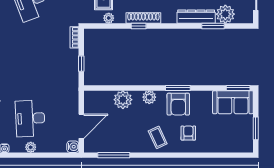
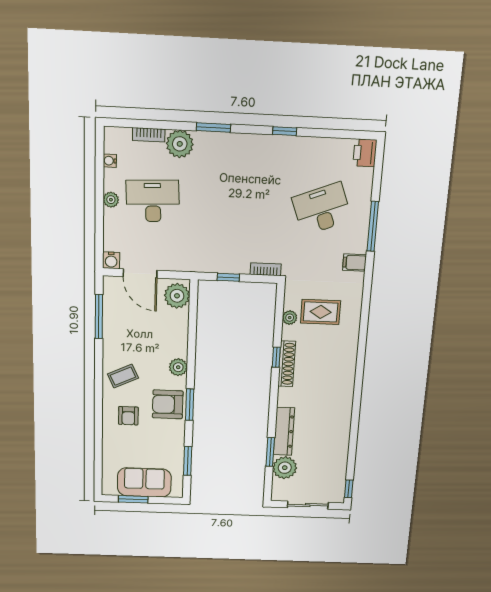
window: (238, 88) -> (188, 461), moved
plant: (123, 100) -> (177, 296), moved
sofa: (233, 102) -> (144, 482), moved, turned 90
armchair: (188, 133) -> (128, 416), turned 90

